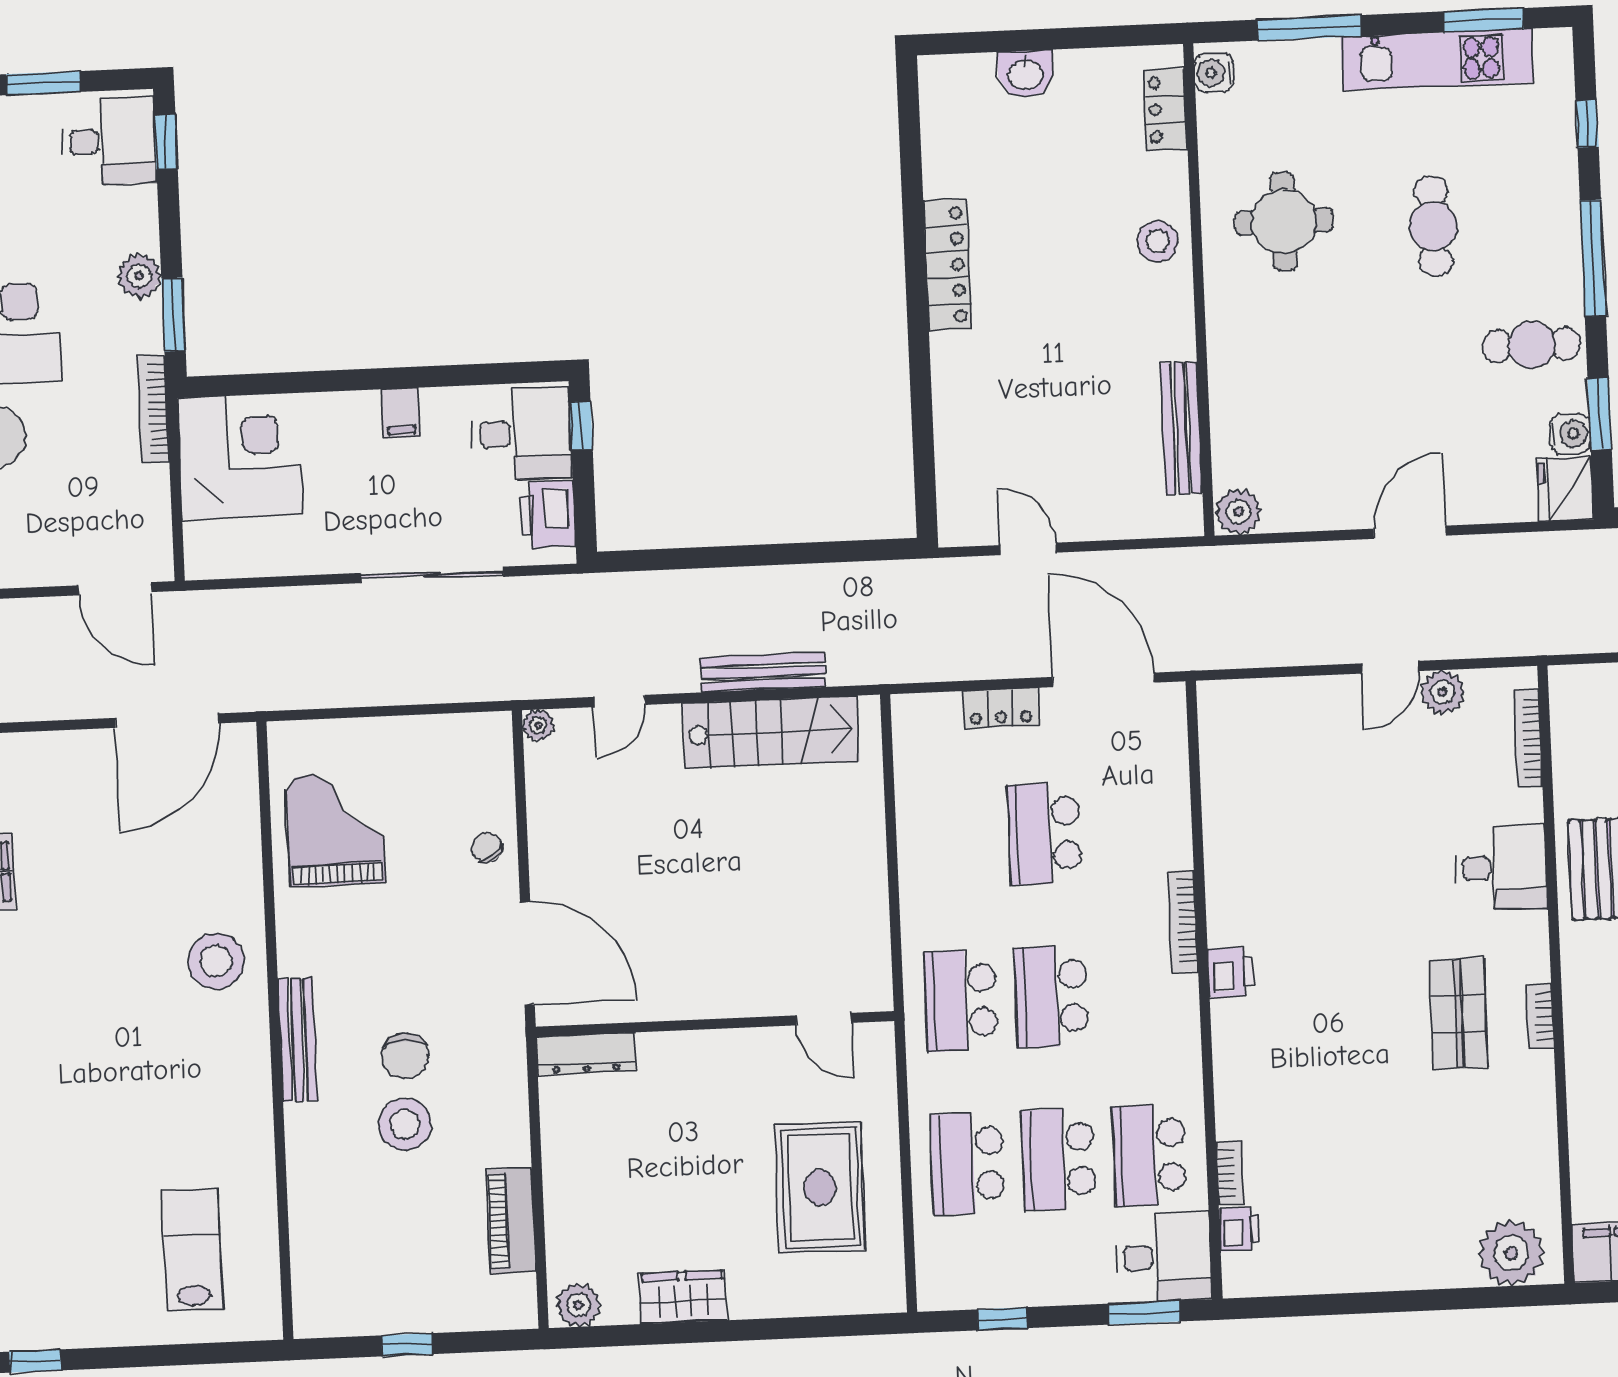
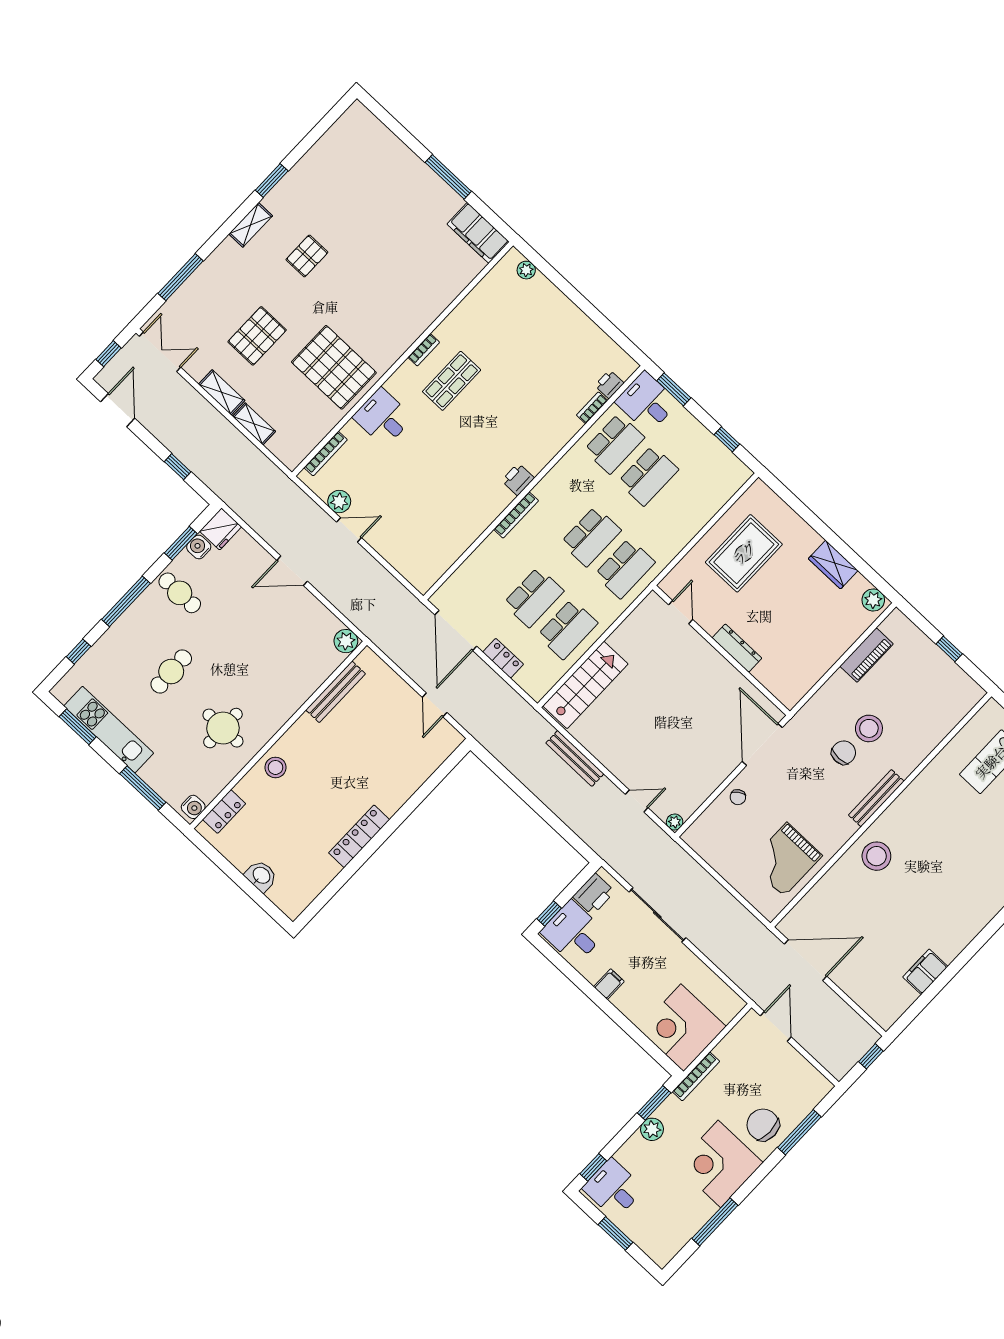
stairs: (771, 732) -> (585, 685), moved, turned 90
dresser: (586, 1054) -> (737, 648), moved
school desk: (968, 1163) -> (568, 629), moved
plant: (1511, 1253) -> (526, 270), width x0.53, depth x0.53

